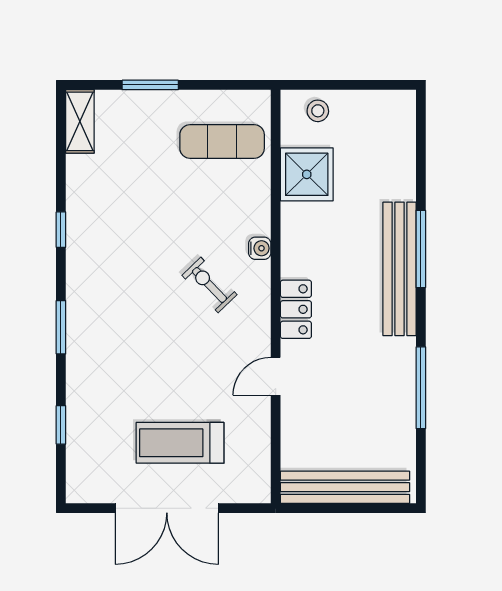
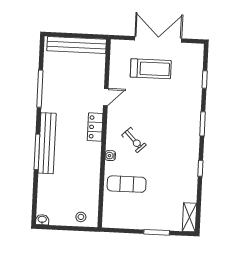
washbasin: (402, 101) -> (42, 220), added
exercise mat: (222, 142) -> (127, 184), moved
shower: (307, 174) -> (87, 188), removed

